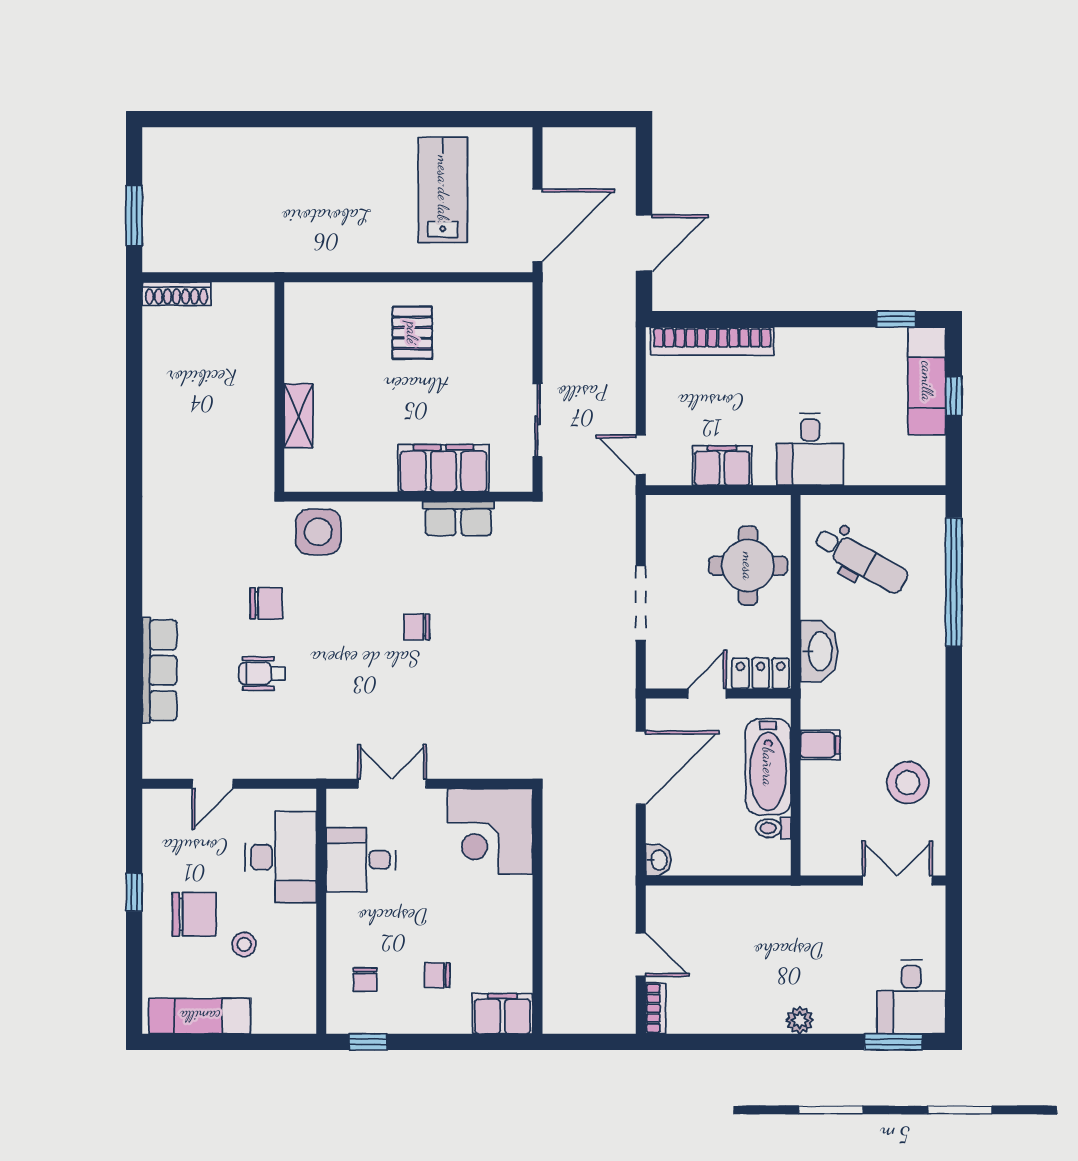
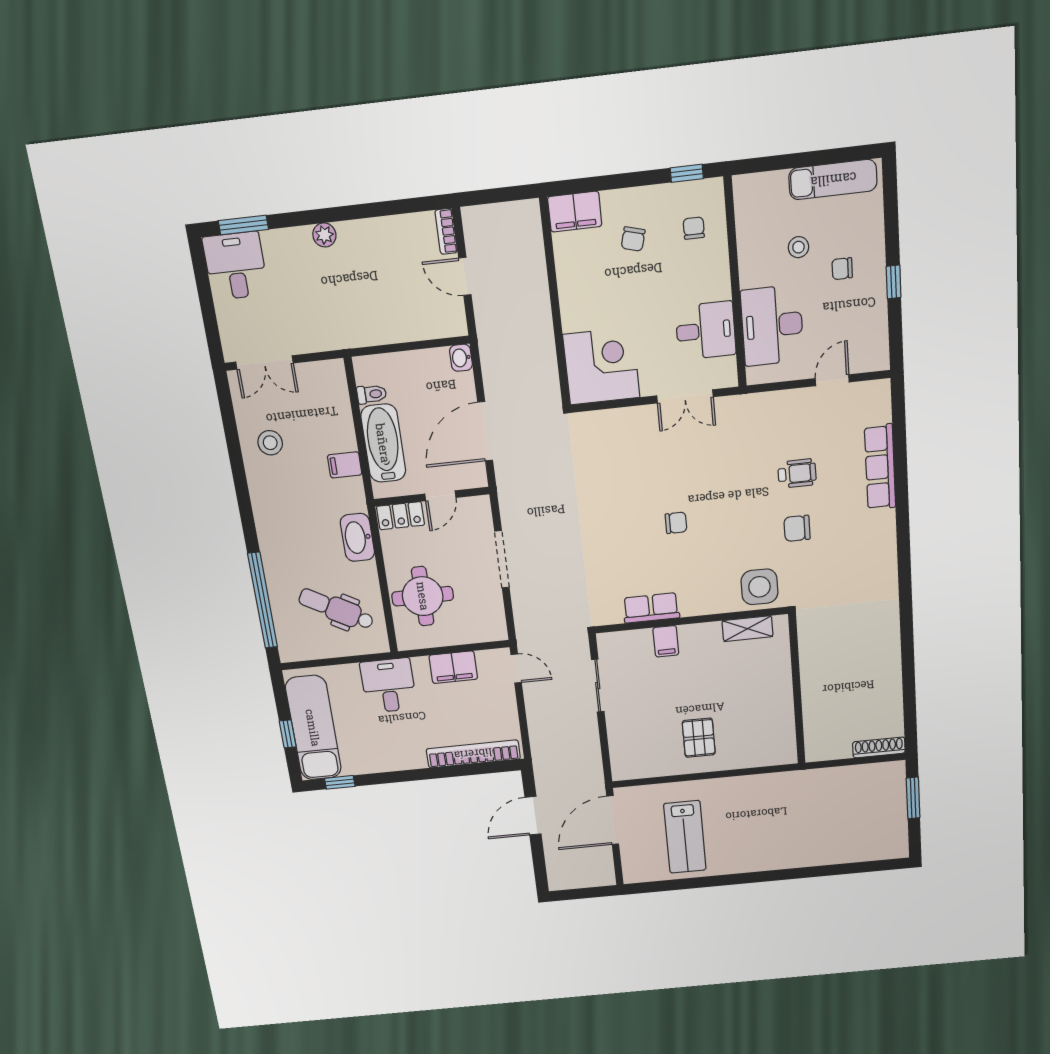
exam couch: (927, 381) -> (313, 728), width x1.36, depth x1.45
shelving: (299, 416) -> (748, 629), moved, turned 90
filing cabinet: (443, 468) -> (666, 641), width x0.33, depth x0.86
stool: (908, 783) -> (270, 443), width x0.73, depth x0.73
chair: (194, 914) -> (842, 269), width x0.54, depth x0.54
chair: (437, 975) -> (633, 239), turned 105

